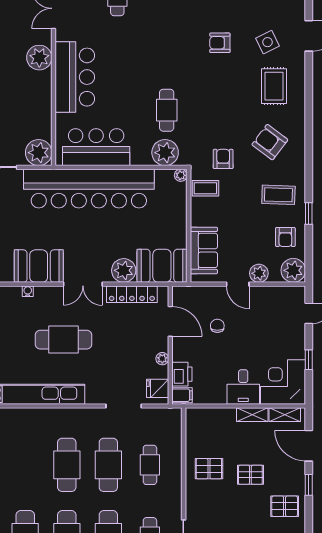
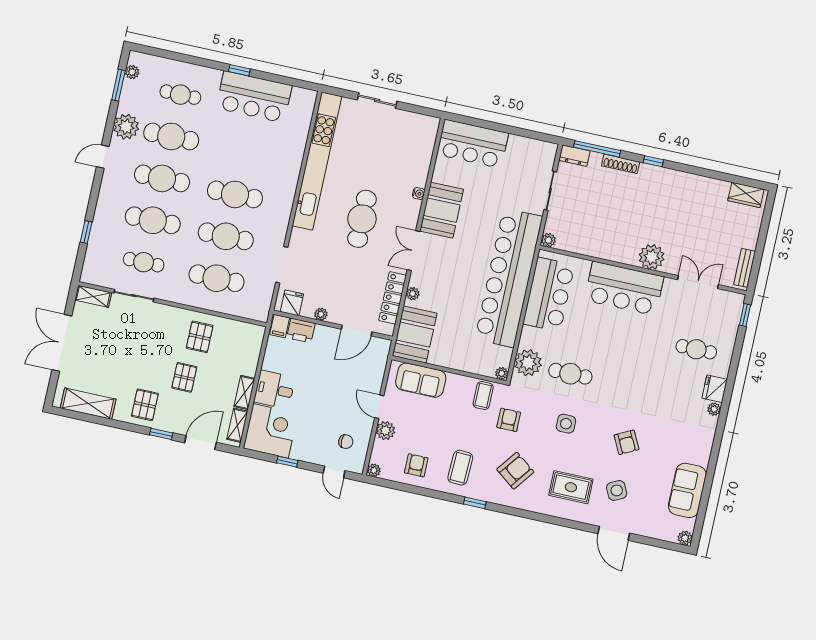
armchair: (220, 43) -> (627, 442), turned 153
side table: (215, 104) -> (566, 424), added
plant: (39, 153) -> (548, 240), width x0.53, depth x0.53
armchair: (223, 159) -> (509, 420), turned -90
window: (309, 214) -> (475, 503), moved
armchair: (285, 237) -> (416, 465), turned 90
plant: (124, 270) -> (413, 294), width x0.53, depth x0.53
plant: (293, 270) -> (374, 470), width x0.53, depth x0.53
door: (238, 284) -> (379, 407), hinge flipped
chair: (217, 326) -> (346, 442), moved
cafe table: (150, 465) -> (217, 278), width x1.37, depth x1.35

